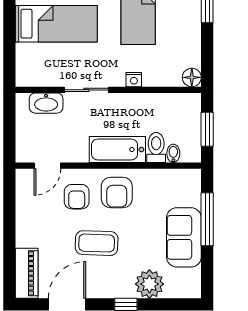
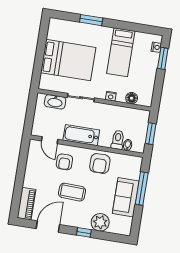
bed: (56, 24) -> (68, 60), width x1.50
floor lamp: (192, 77) -> (132, 98), moved
bathtub: (117, 150) -> (81, 135), moved
door: (47, 166) -> (50, 140), hinge flipped
armchair: (117, 192) -> (100, 163), moved

